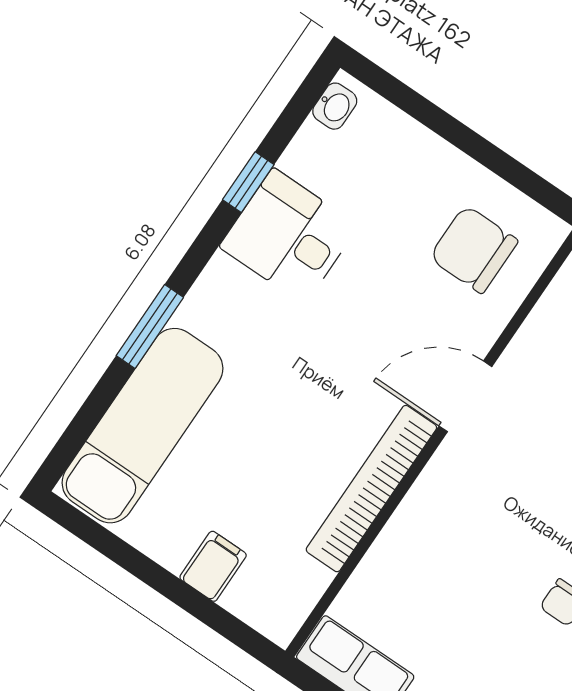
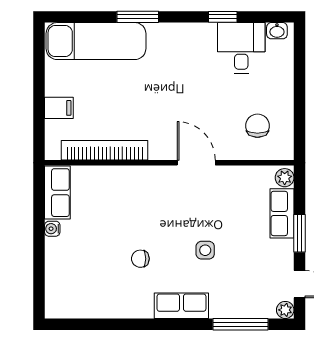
desk: (289, 236) -> (241, 48), moved
chair: (474, 249) -> (257, 126), width x0.73, depth x0.73
bookcase: (371, 489) -> (105, 150), moved

